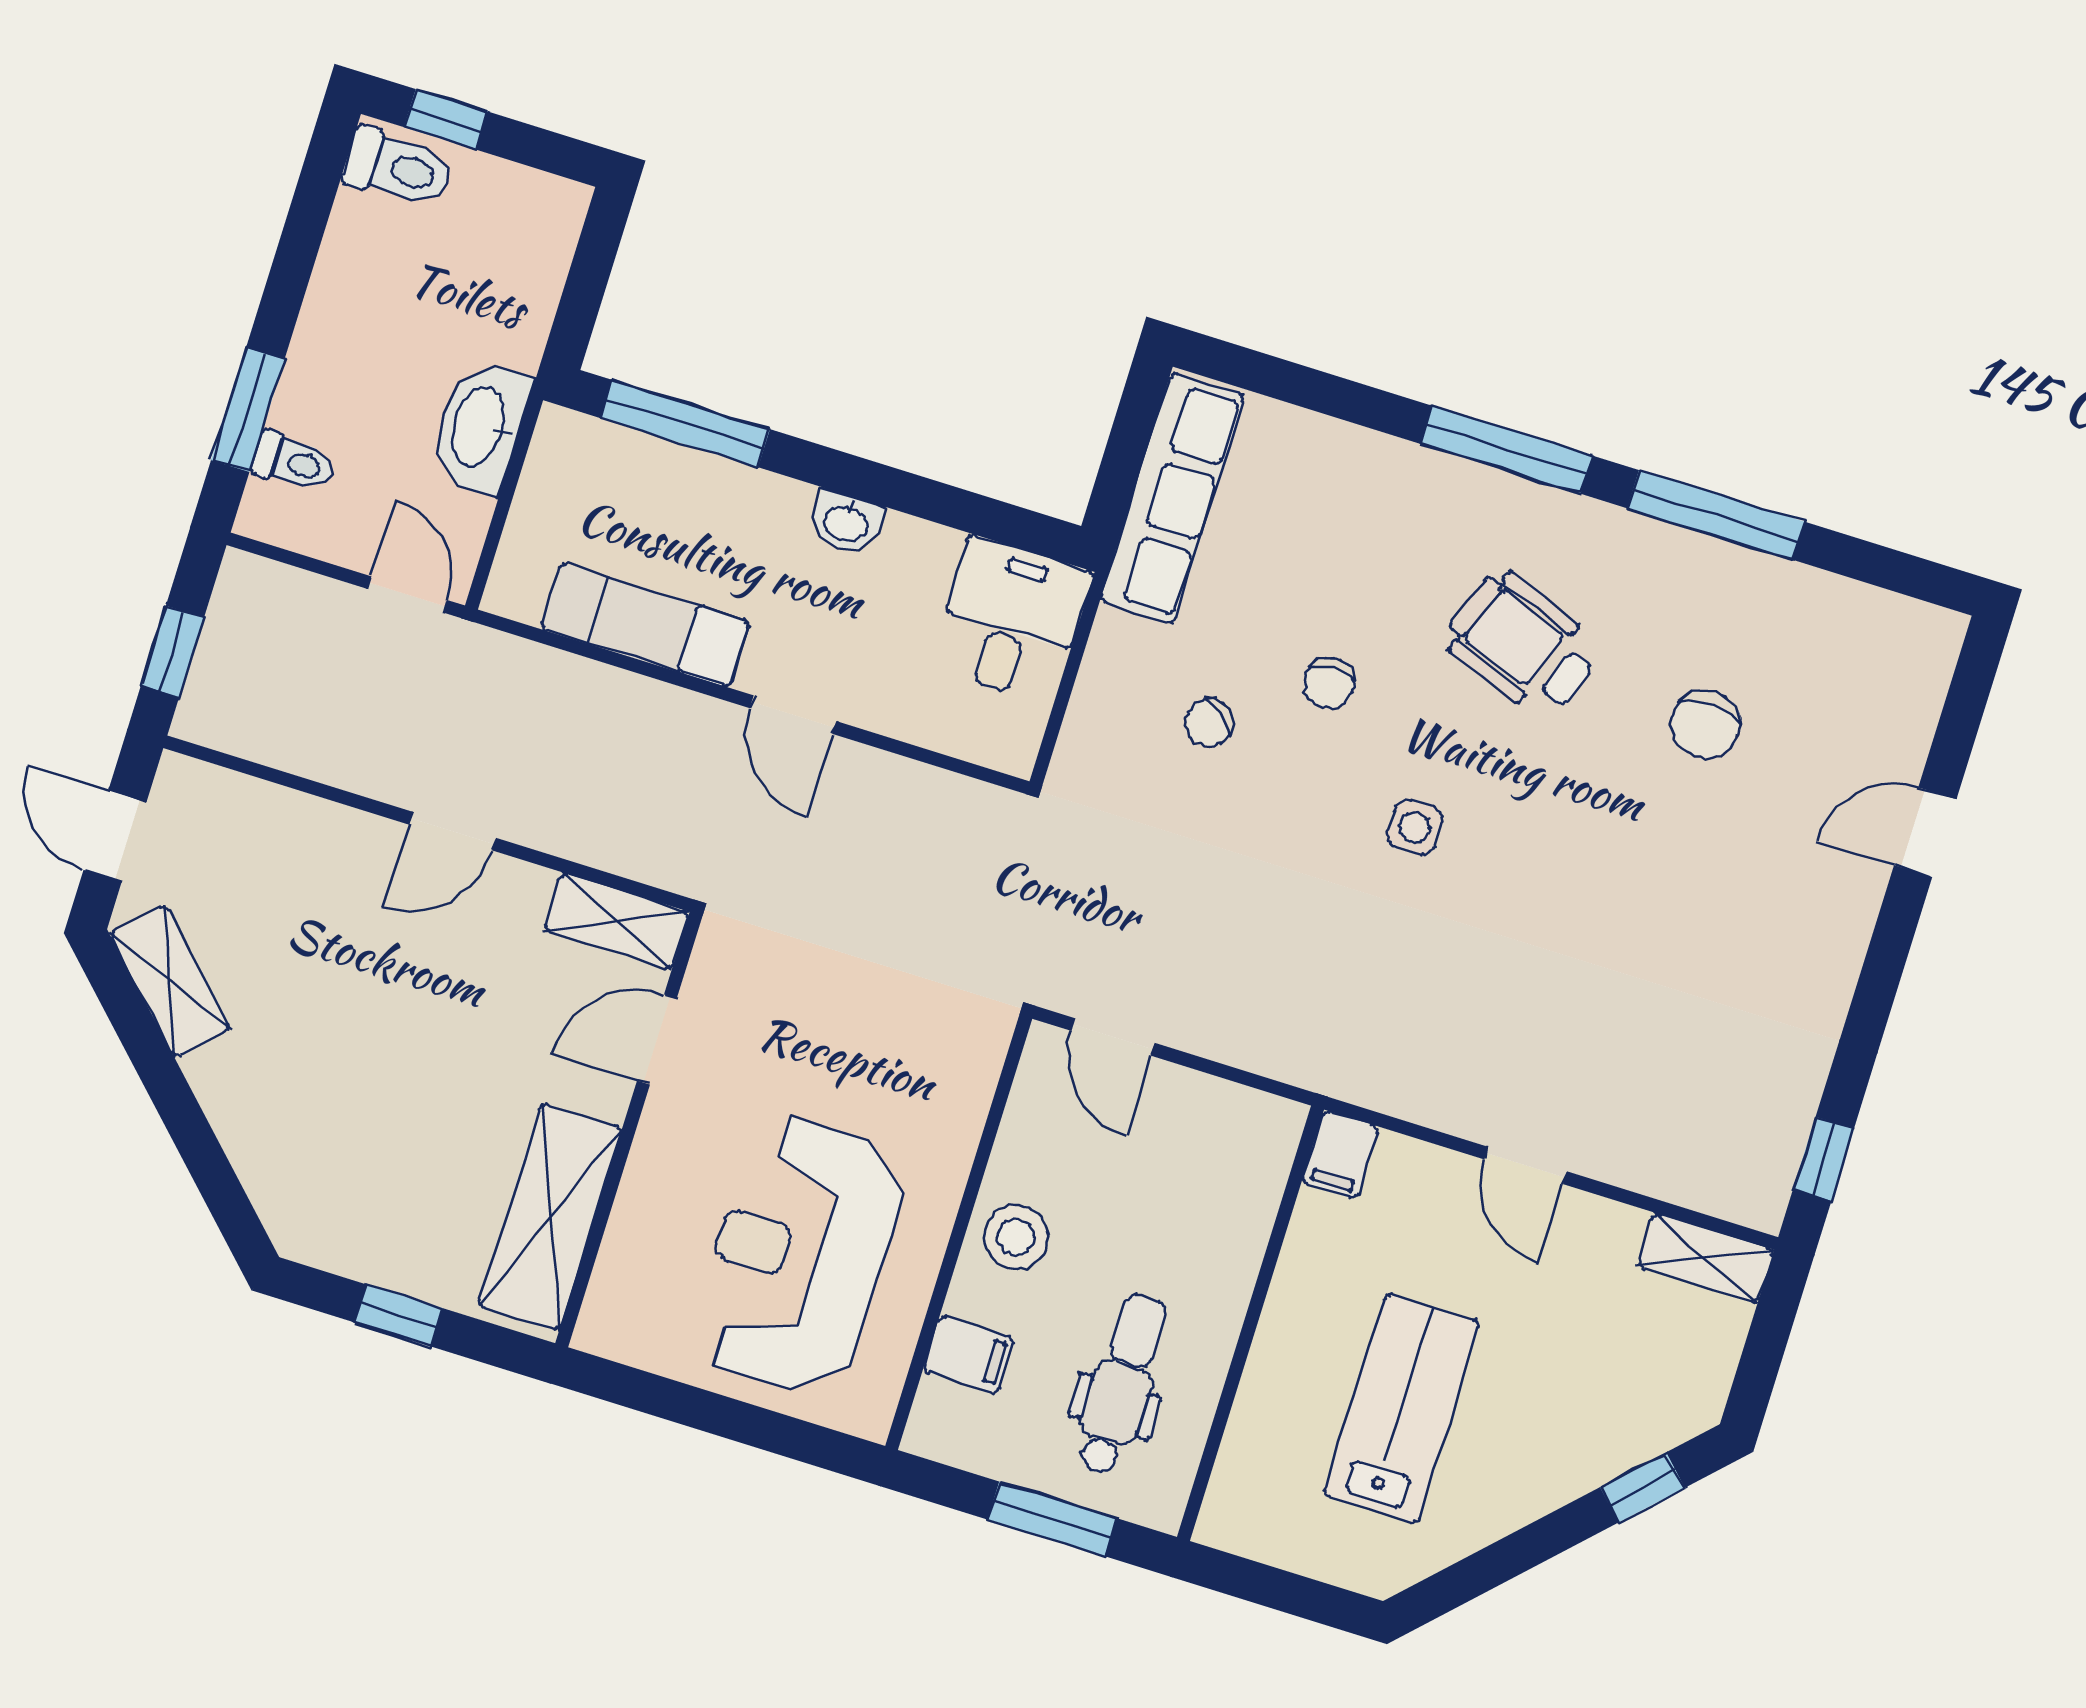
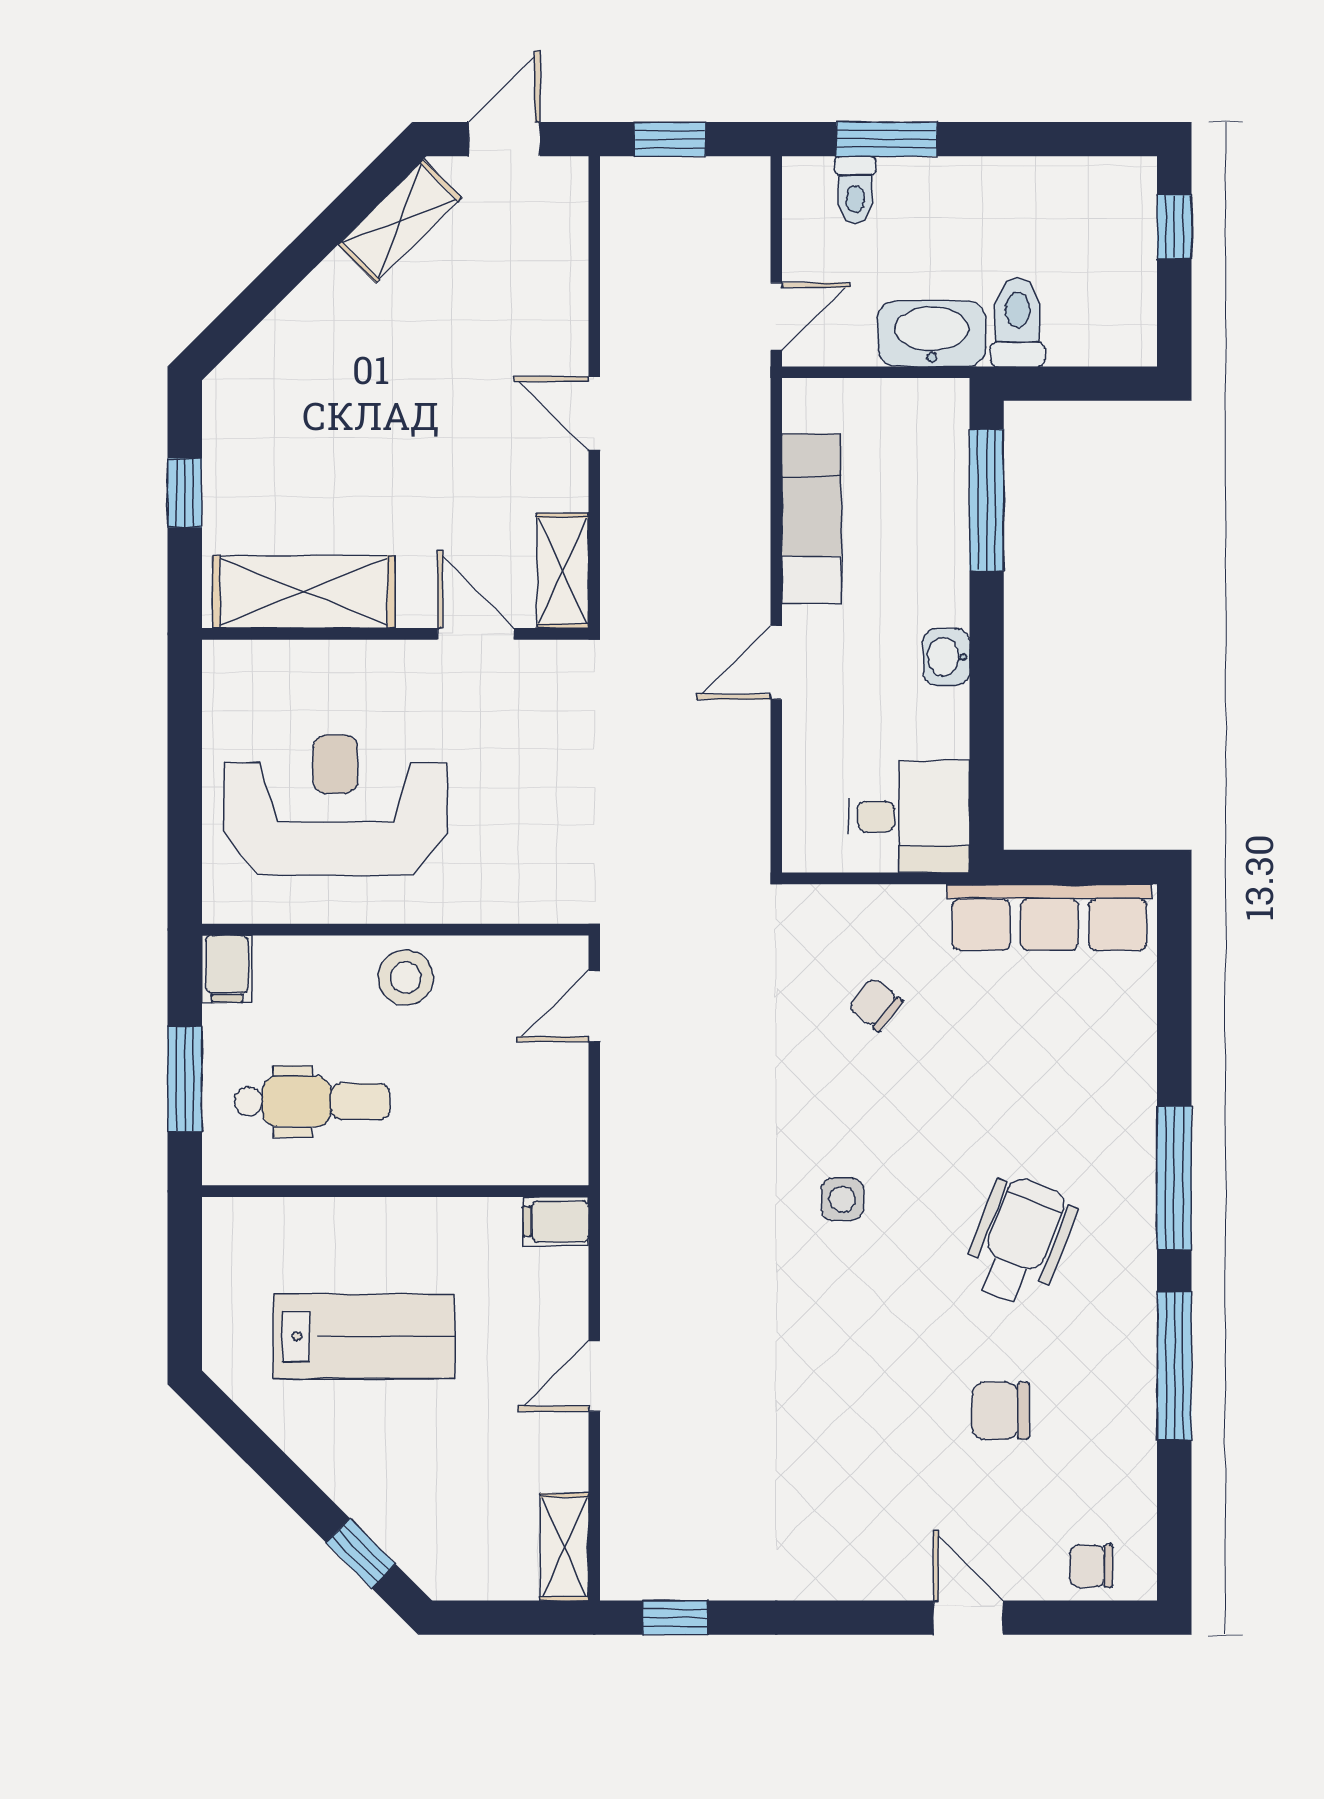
toilet: (398, 168) -> (1017, 322), moved, turned 180
chair: (1329, 683) -> (1091, 1566), moved
filing cabinet: (969, 1354) -> (227, 969), moved

